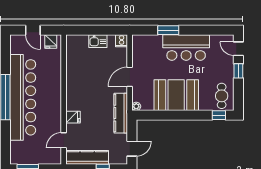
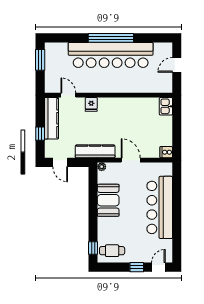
window: (168, 30) -> (177, 198), removed
fridge: (51, 41) -> (166, 83), removed
kitchen sink: (98, 41) -> (166, 106), moved
bar counter: (186, 47) -> (160, 207), width x1.36
booth: (176, 95) -> (108, 200), width x0.73, depth x0.70

